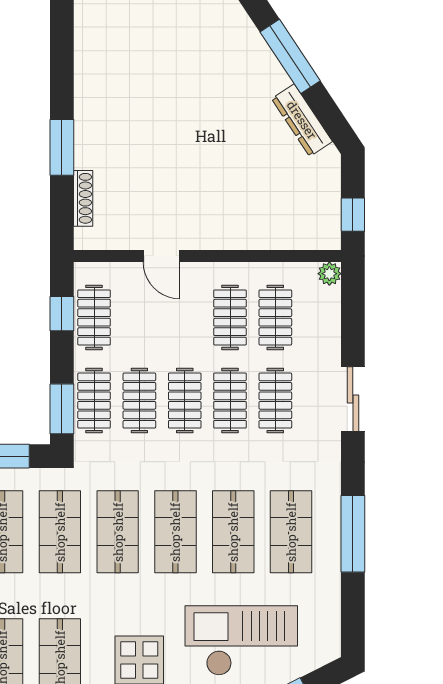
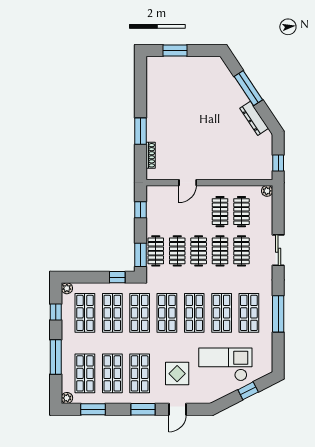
door: (161, 256) -> (188, 183), hinge flipped
clothes rail: (94, 317) -> (156, 212), removed

